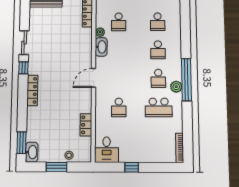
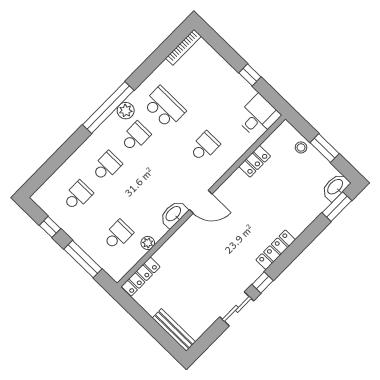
washbasin: (101, 47) -> (174, 214), moved

